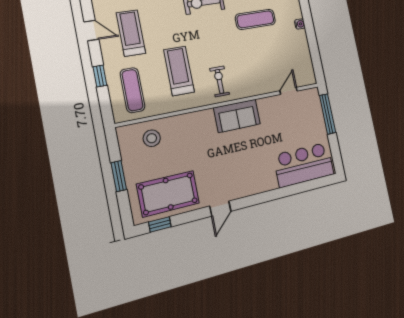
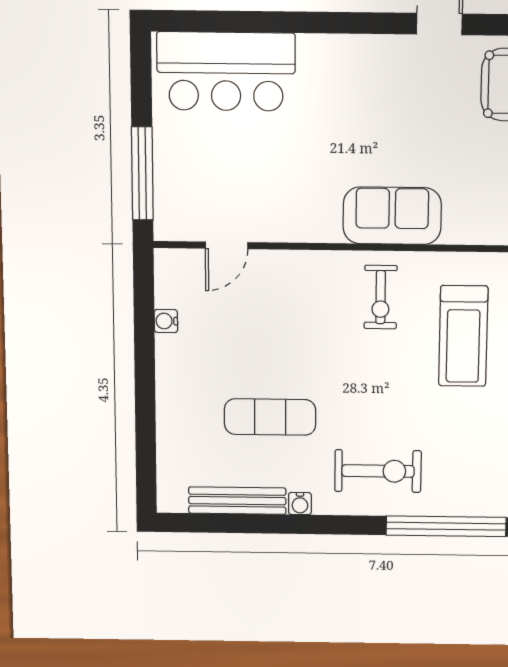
water cooler: (300, 24) -> (166, 321), moved
sofa: (237, 116) -> (392, 216), moved

